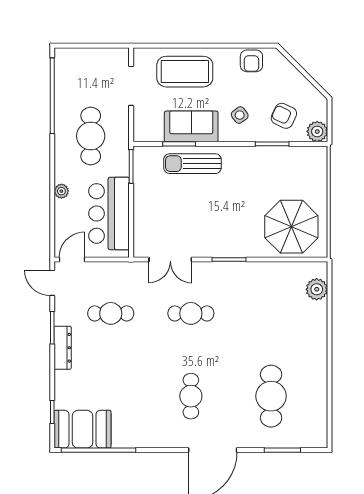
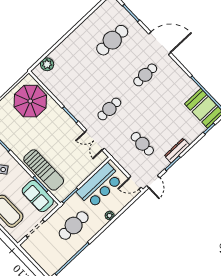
sofa: (191, 126) -> (38, 196), moved
sun lounger: (192, 164) -> (44, 170), width x1.36, depth x1.34
double door: (170, 259) -> (94, 140), swing flipped
cafe table: (191, 313) -> (109, 109), turned 90

